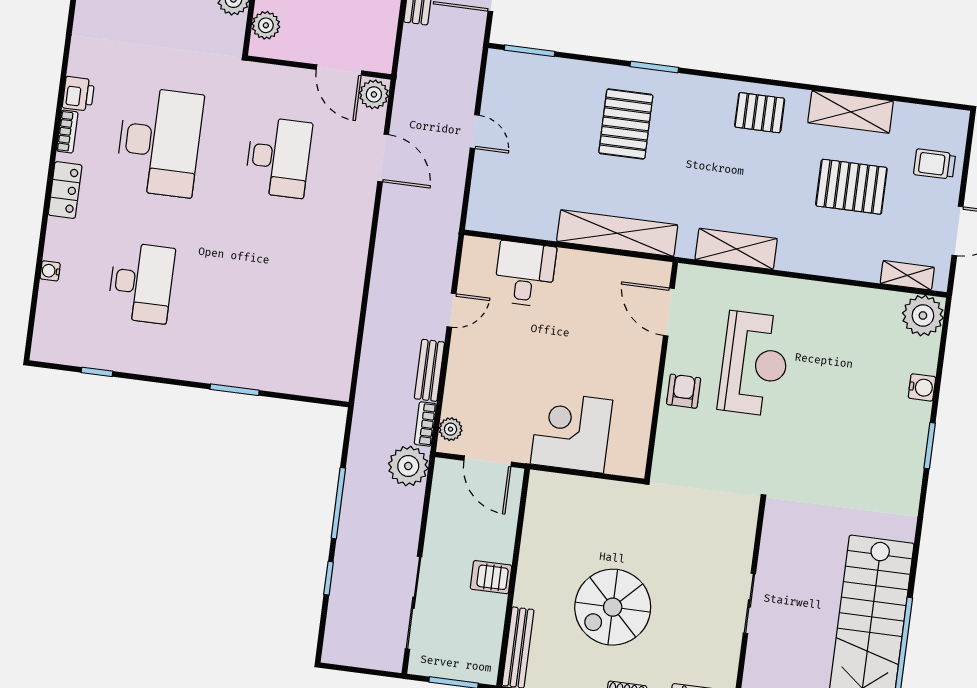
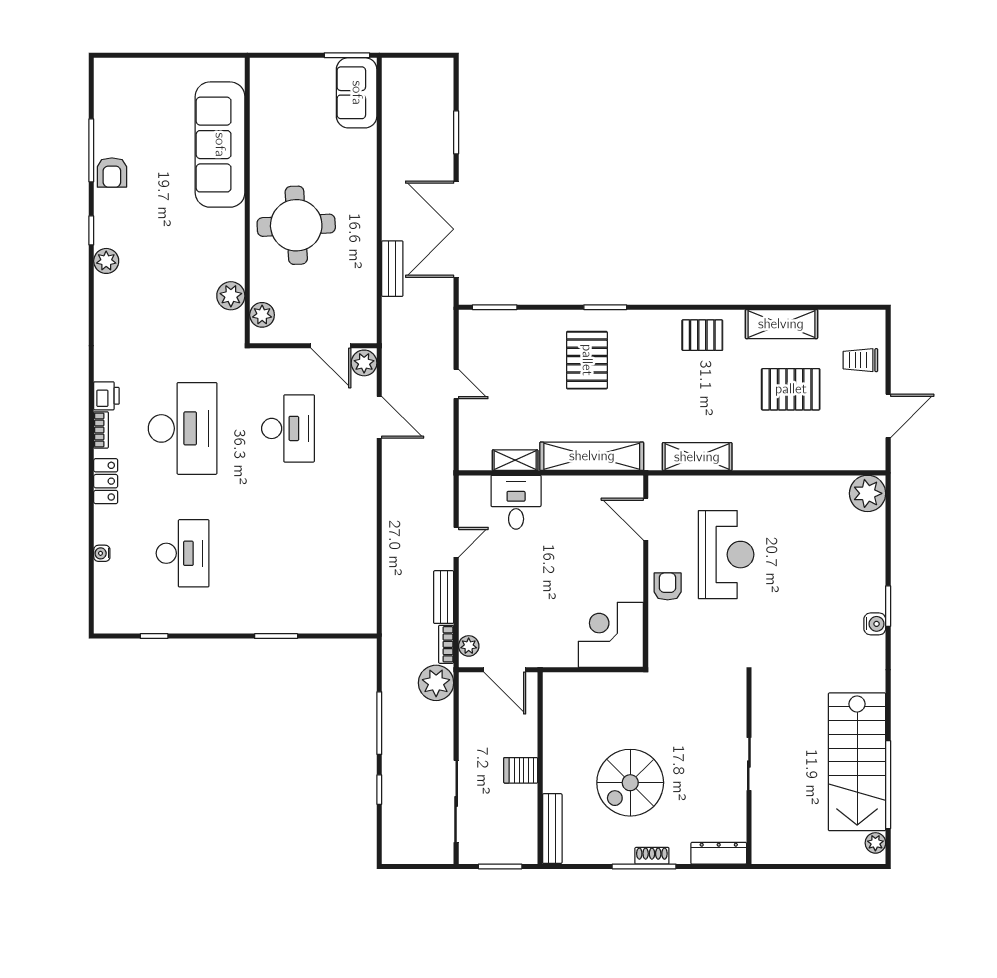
shelving: (907, 275) -> (515, 460), moved
water cooler: (922, 387) -> (875, 624), moved
corner desk: (572, 432) -> (611, 635), moved

